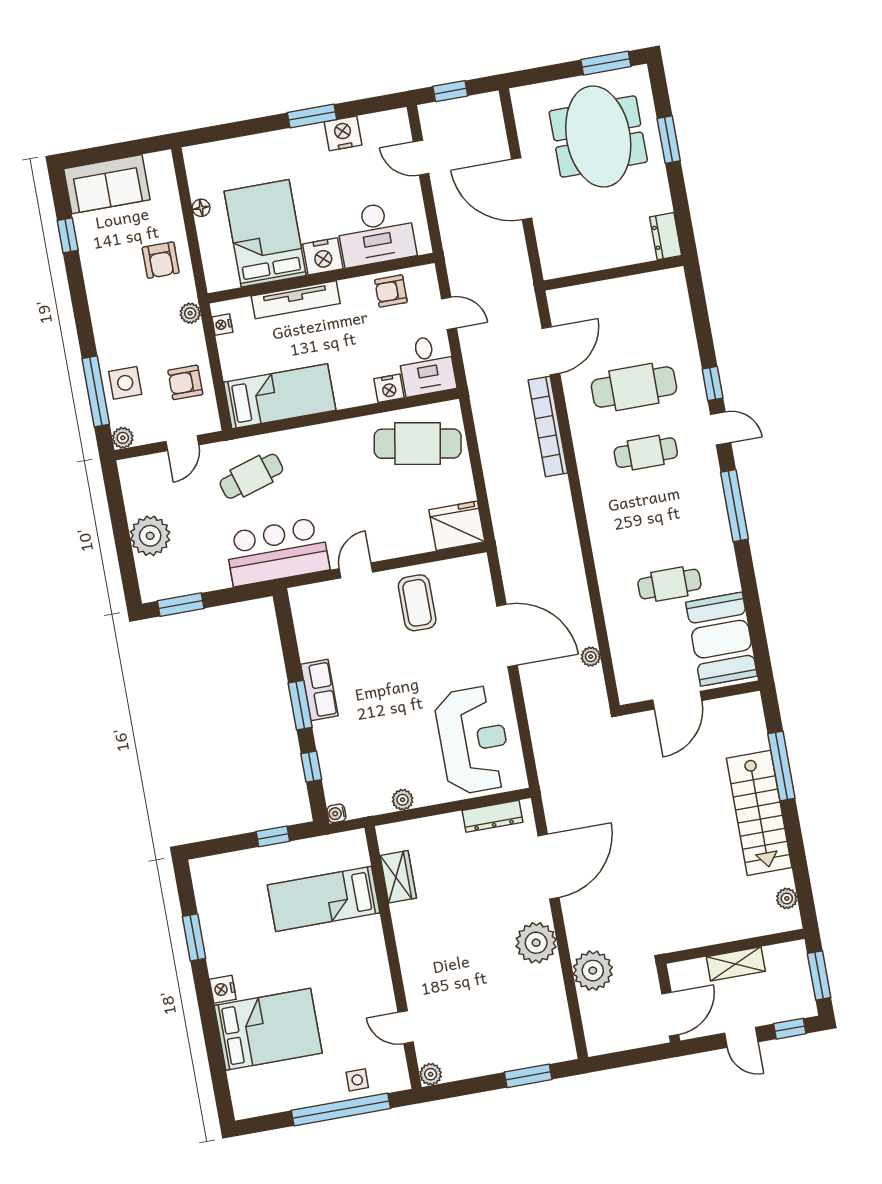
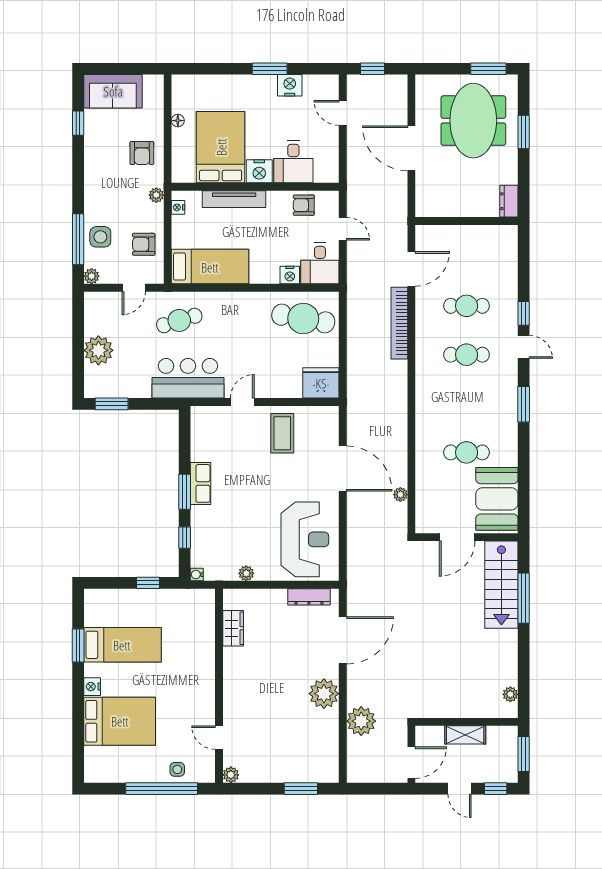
desk: (376, 234) -> (293, 162), width x0.73
cafe table: (634, 387) -> (467, 306), width x0.73, depth x0.74
window: (735, 506) -> (524, 404), width x0.69
stairs: (759, 813) -> (501, 585), moved
bed: (324, 899) -> (122, 645), moved, turned 180

